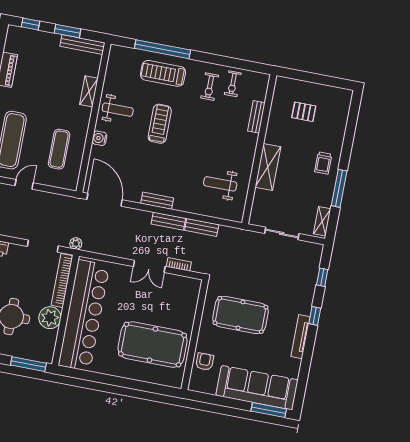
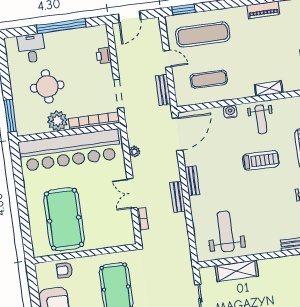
shelving: (268, 167) -> (237, 271), moved
weight bench: (220, 184) -> (226, 231), width x1.36, depth x1.33
bench: (202, 227) -> (163, 90), moved
plant: (76, 243) -> (135, 152), moved
armchair: (205, 362) -> (64, 270), turned 180

